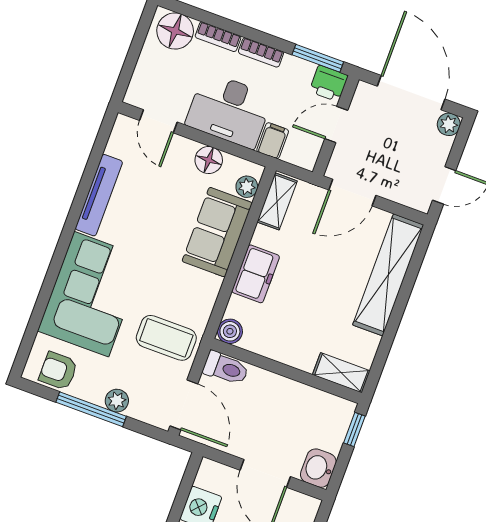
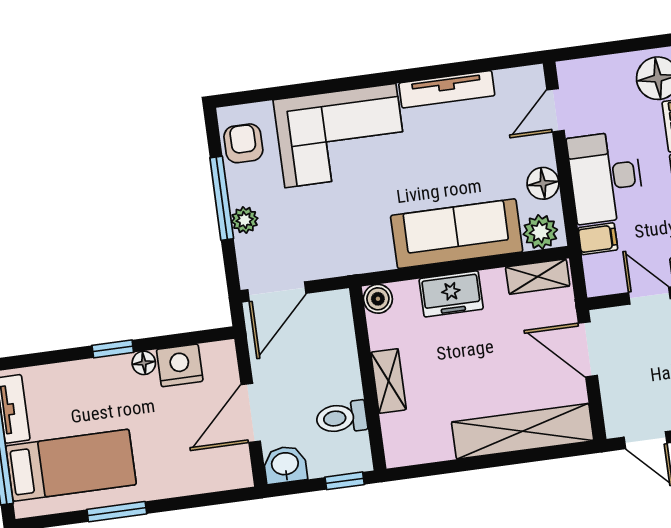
plant: (247, 187) -> (540, 232), width x1.38, depth x1.38
sofa: (217, 232) -> (457, 234), width x1.36
coffee table: (166, 338) -> (336, 237), removed
toilet: (226, 368) -> (342, 418), moved, turned 90
shelving: (341, 373) -> (388, 381), moved

